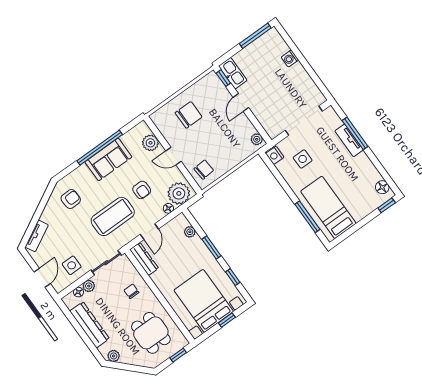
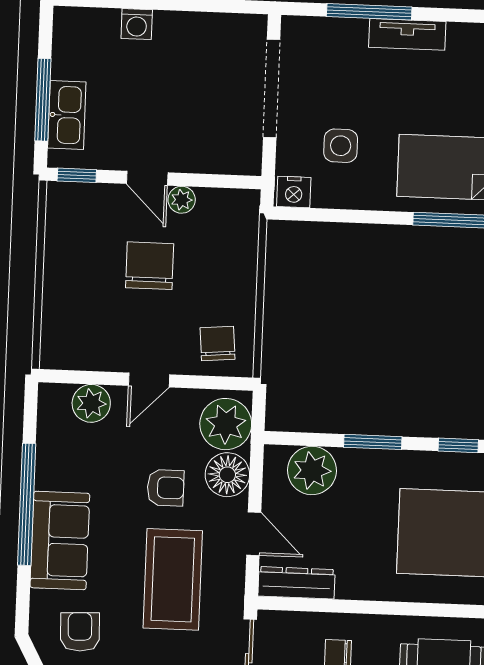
window: (255, 36) -> (43, 100), moved
kitchen sink: (233, 73) -> (67, 115), moved, turned 90
chair: (189, 115) -> (150, 266), moved
plant: (257, 139) -> (182, 200), moved
tv unit: (349, 140) -> (407, 34), moved
sofa: (108, 159) -> (60, 540), moved
floor lamp: (168, 208) -> (227, 475), width x1.89, depth x1.89
plant: (190, 232) -> (312, 470), width x1.88, depth x1.88

